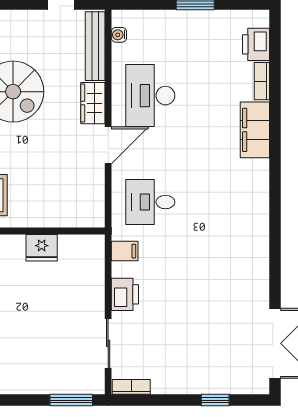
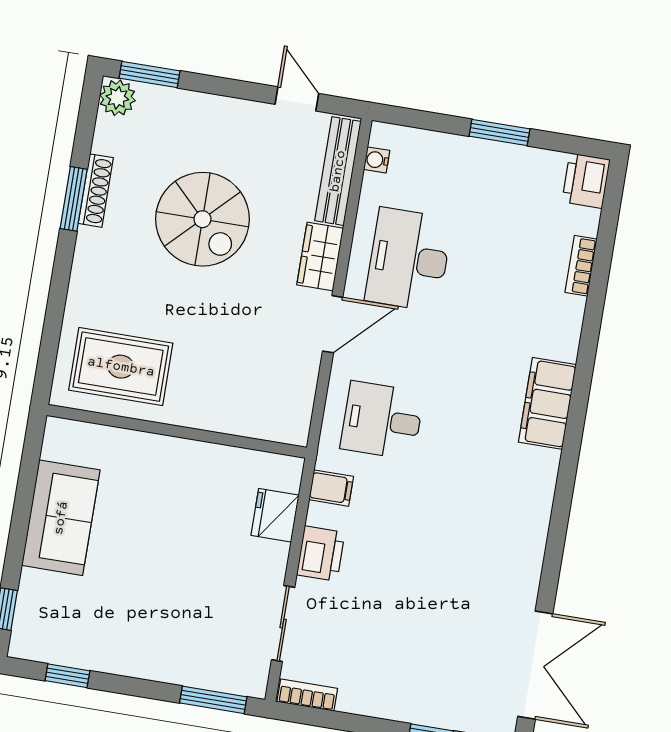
printer: (256, 44) -> (586, 181), moved
filing cabinet: (255, 130) -> (547, 403), moved
fridge: (42, 248) -> (275, 515), moved, turned 90

